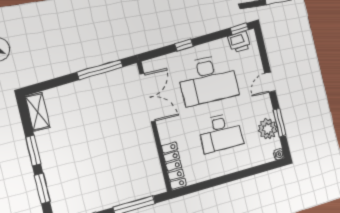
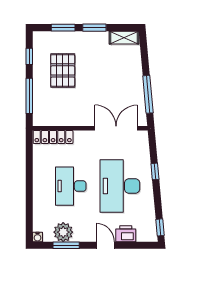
printer: (239, 42) -> (126, 234), moved, turned 95
double door: (147, 98) -> (116, 128), swing flipped
pallet: (95, 175) -> (63, 70), added

